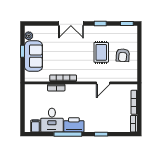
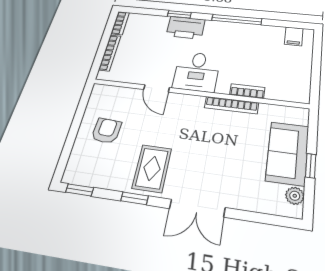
double door: (71, 23) -> (197, 208), swing flipped
rug: (101, 52) -> (152, 168), moved
door: (103, 83) -> (156, 89), swing flipped
desk: (52, 120) -> (197, 72), moved, turned 180
printer: (74, 125) -> (186, 28), moved

